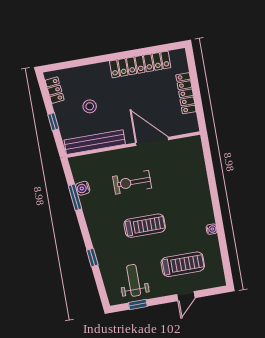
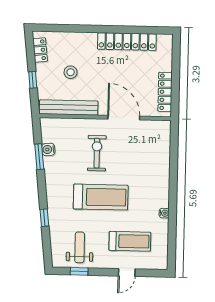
locker: (186, 93) -> (165, 92), moved
exercise bike: (132, 182) -> (97, 153), turned 90
treadmill: (145, 226) -> (101, 197), width x1.37, depth x1.38

